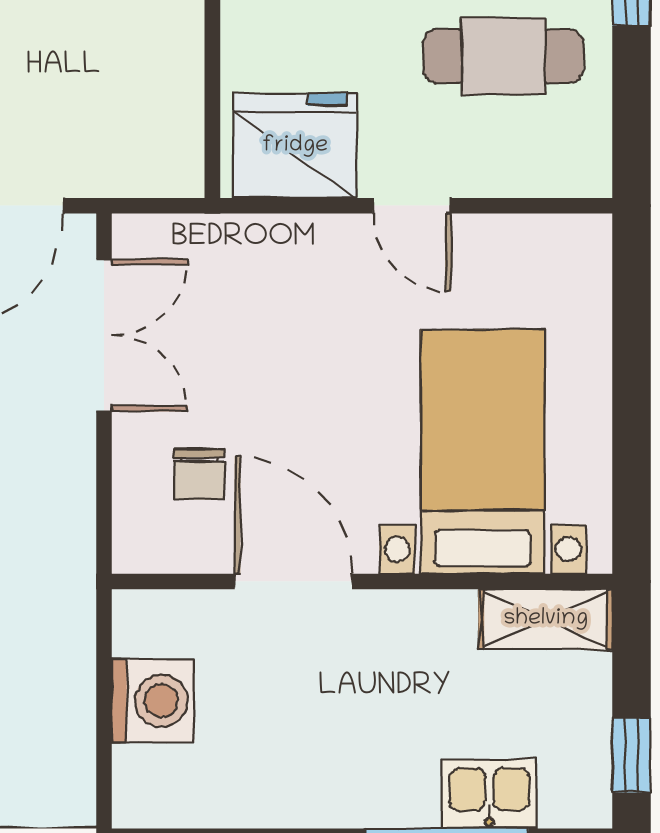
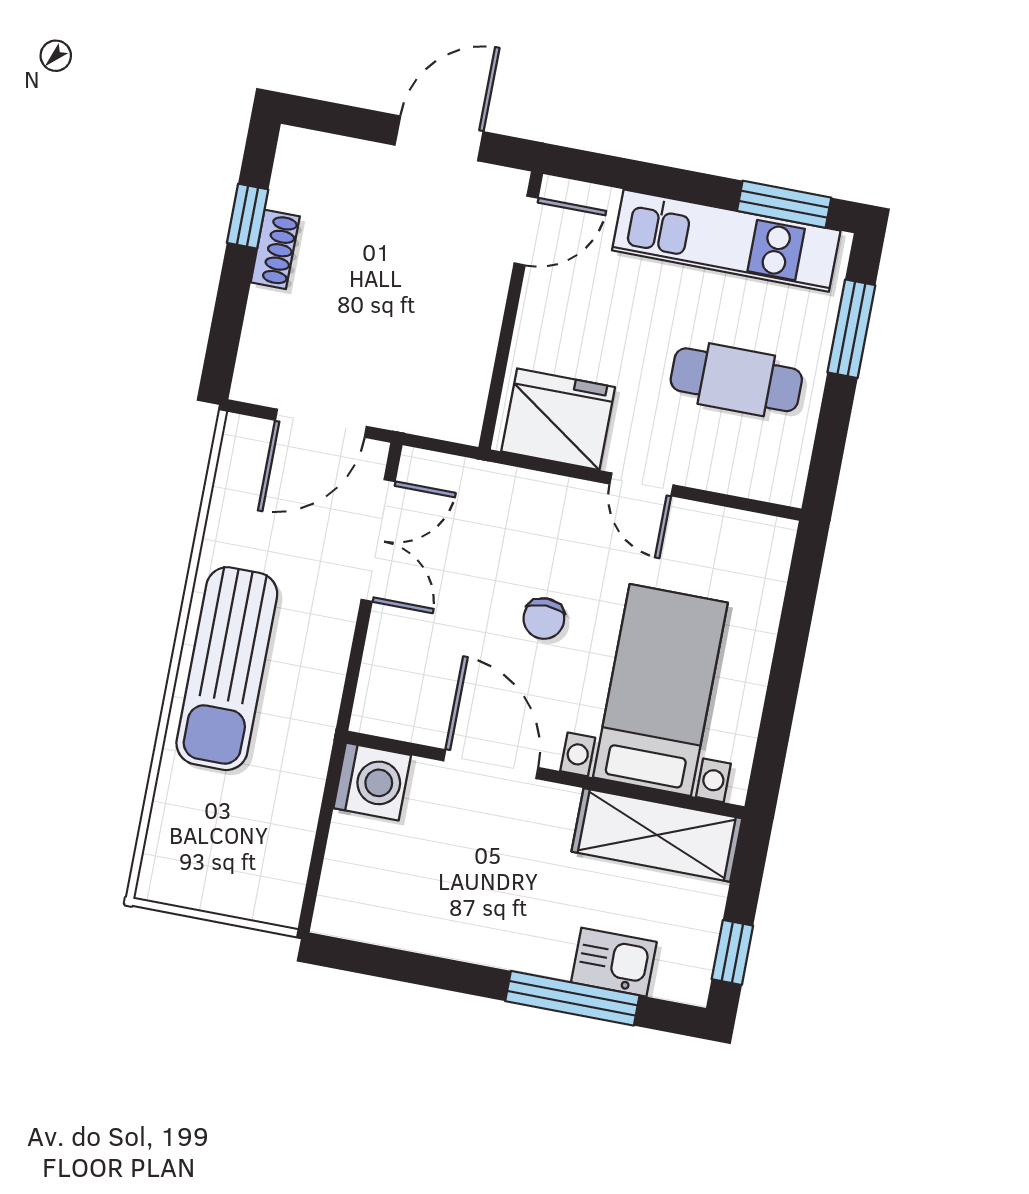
chair: (200, 475) -> (544, 619), moved
shelving: (546, 619) -> (657, 835), width x1.50, depth x1.33
washing machine: (153, 701) -> (372, 782), moved

